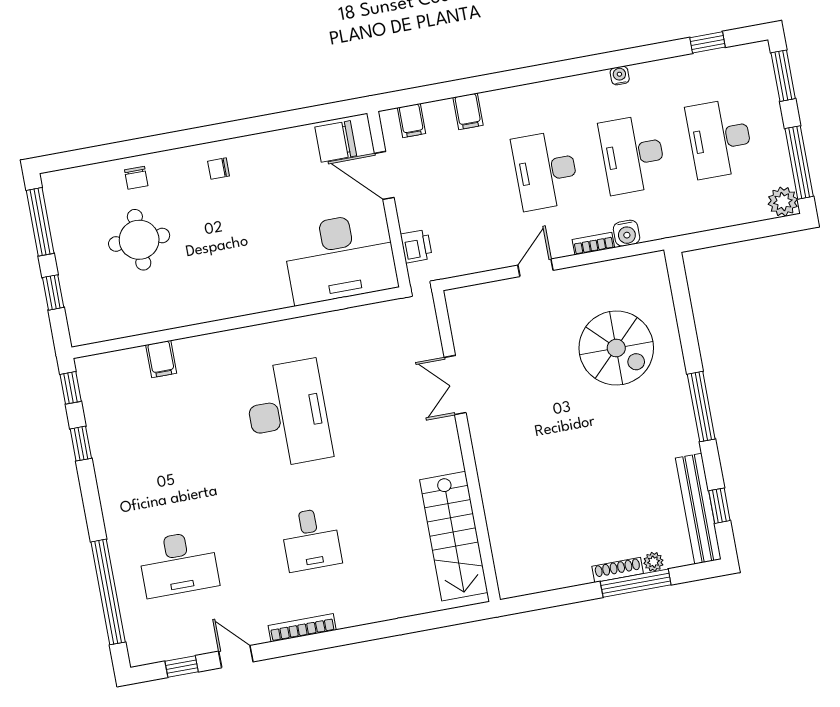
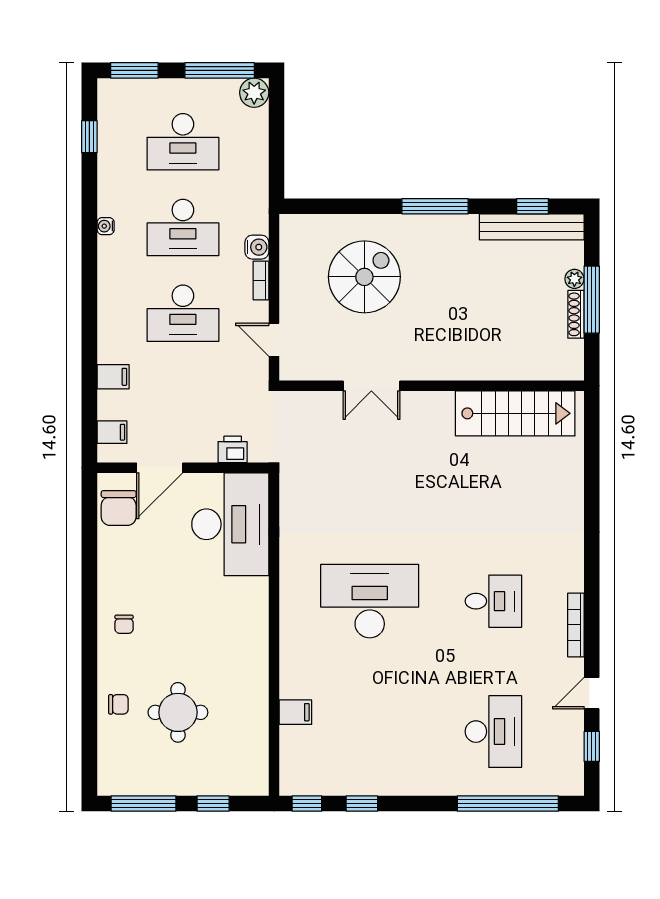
double door: (455, 385) -> (371, 386), moved
wall: (466, 446) -> (432, 386), moved
stairs: (454, 536) -> (515, 413), moved

